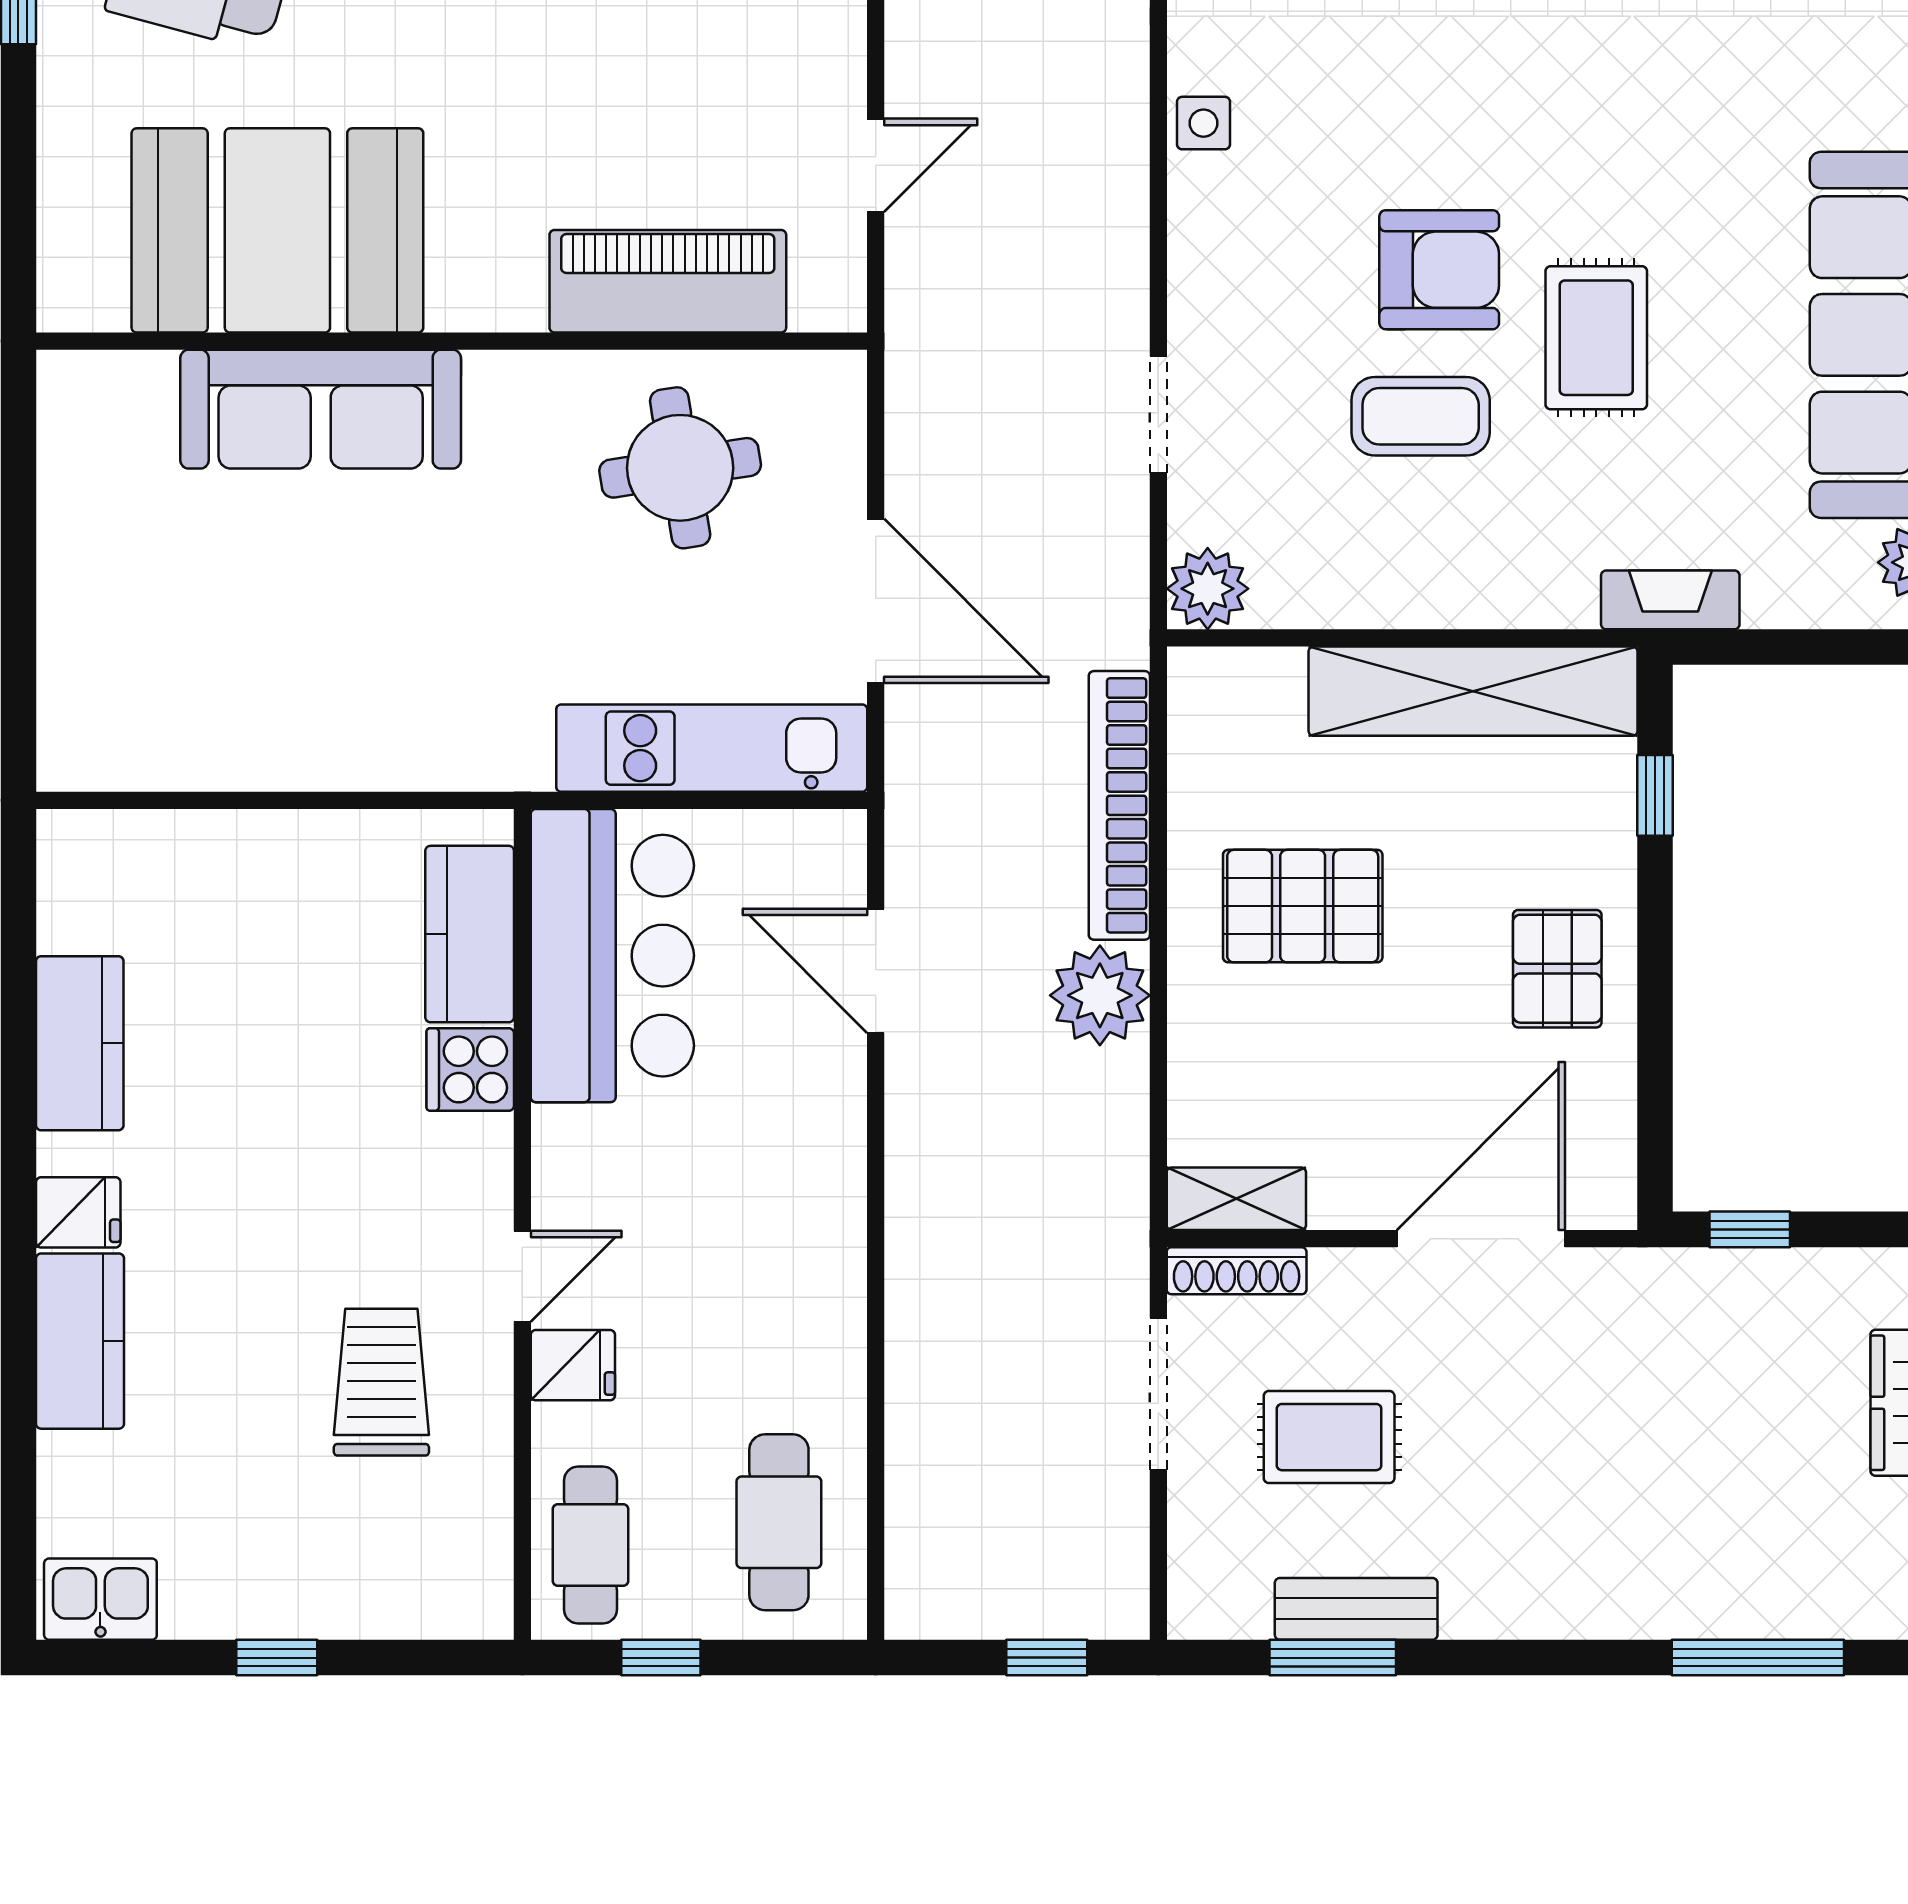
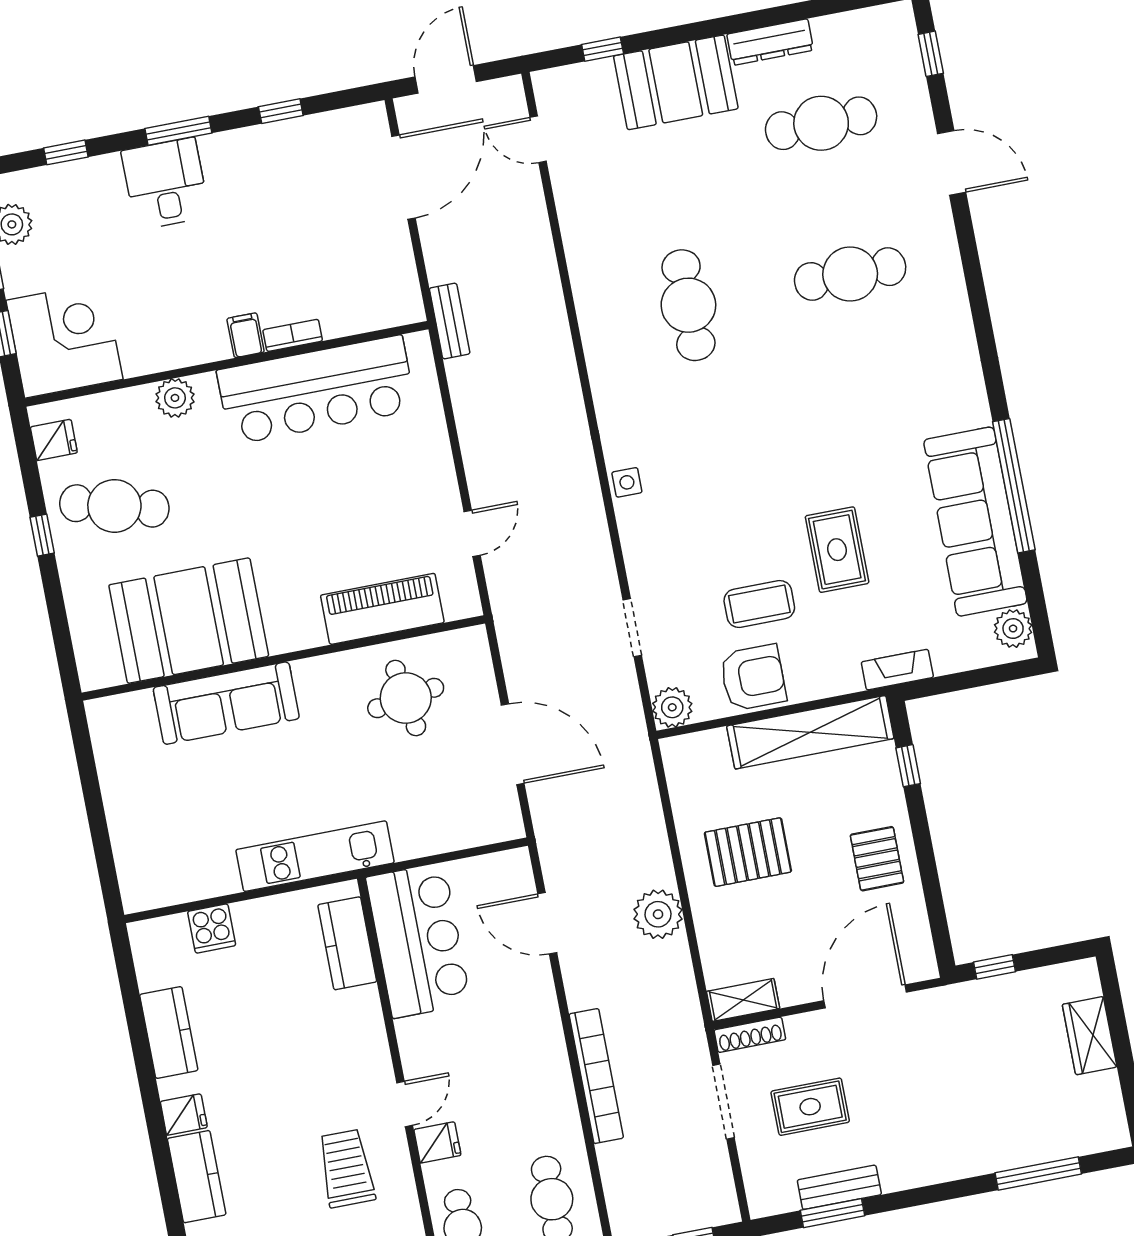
armchair: (1439, 270) -> (753, 678), moved
kitchen unit: (712, 748) -> (315, 856), moved
bookcase: (1119, 805) -> (596, 1076), moved, turned 180
cooker: (470, 1069) -> (212, 928), moved, turned -90

